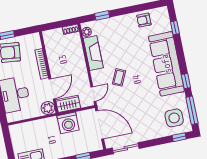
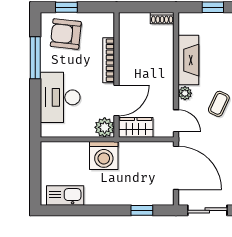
plant: (87, 32) -> (185, 93), moved
door: (93, 94) -> (176, 121), hinge flipped
washing machine: (68, 123) -> (104, 156), moved

